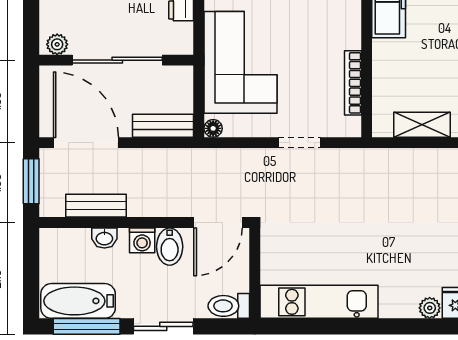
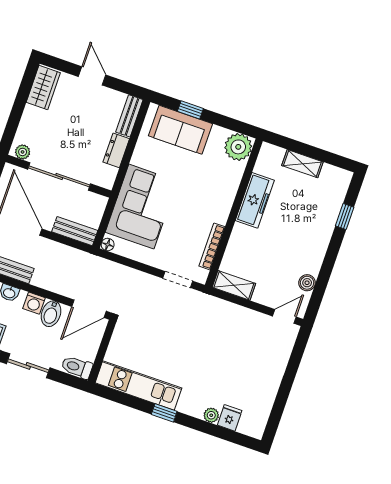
shelving: (422, 125) -> (234, 285), moved
doorway: (299, 143) -> (178, 280), moved
window: (366, 326) -> (164, 413), added

